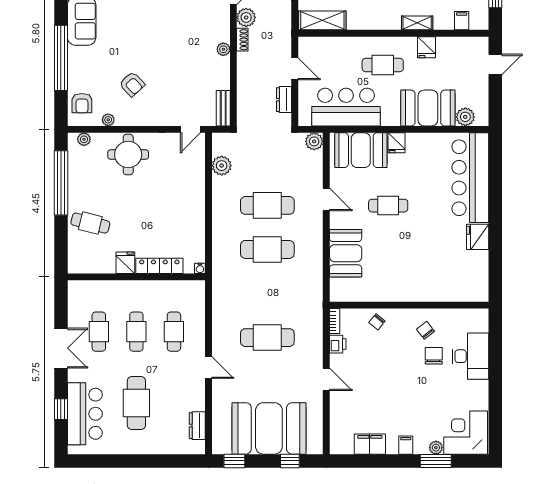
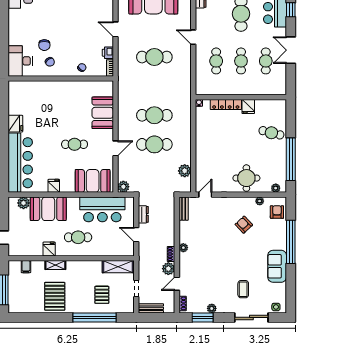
fridge: (397, 143) -> (54, 186), moved
door: (326, 199) -> (115, 148), swing flipped
desk: (470, 356) -> (20, 61), moved

